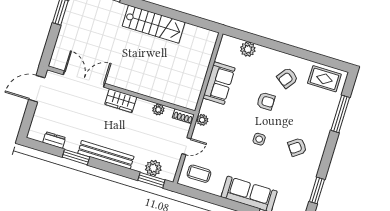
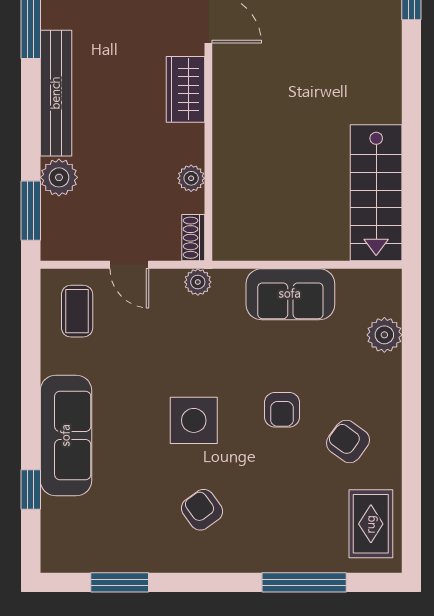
stairs: (154, 24) -> (376, 193), moved
side table: (259, 139) -> (194, 420), width x1.87, depth x1.87
plant: (153, 168) -> (59, 177), moved

